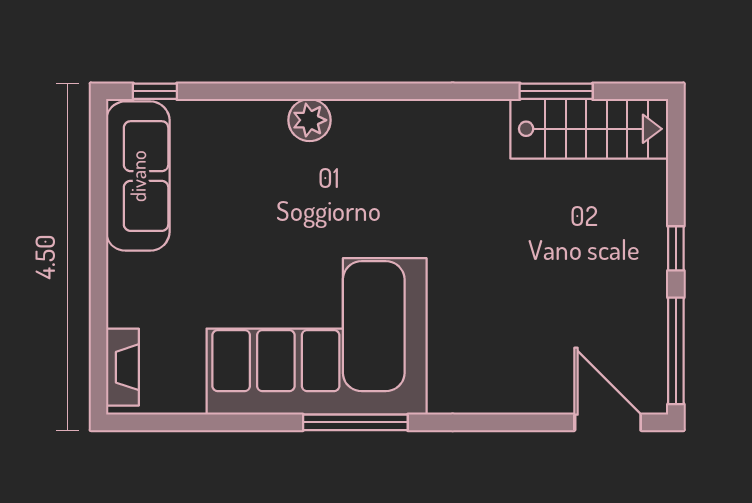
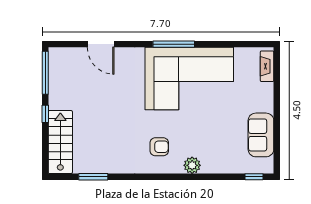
stairs: (589, 129) -> (60, 142), moved, turned 90
armchair: (392, 166) -> (159, 147), added
sofa: (138, 176) -> (261, 135), width x0.73
door: (608, 422) -> (101, 44), moved

